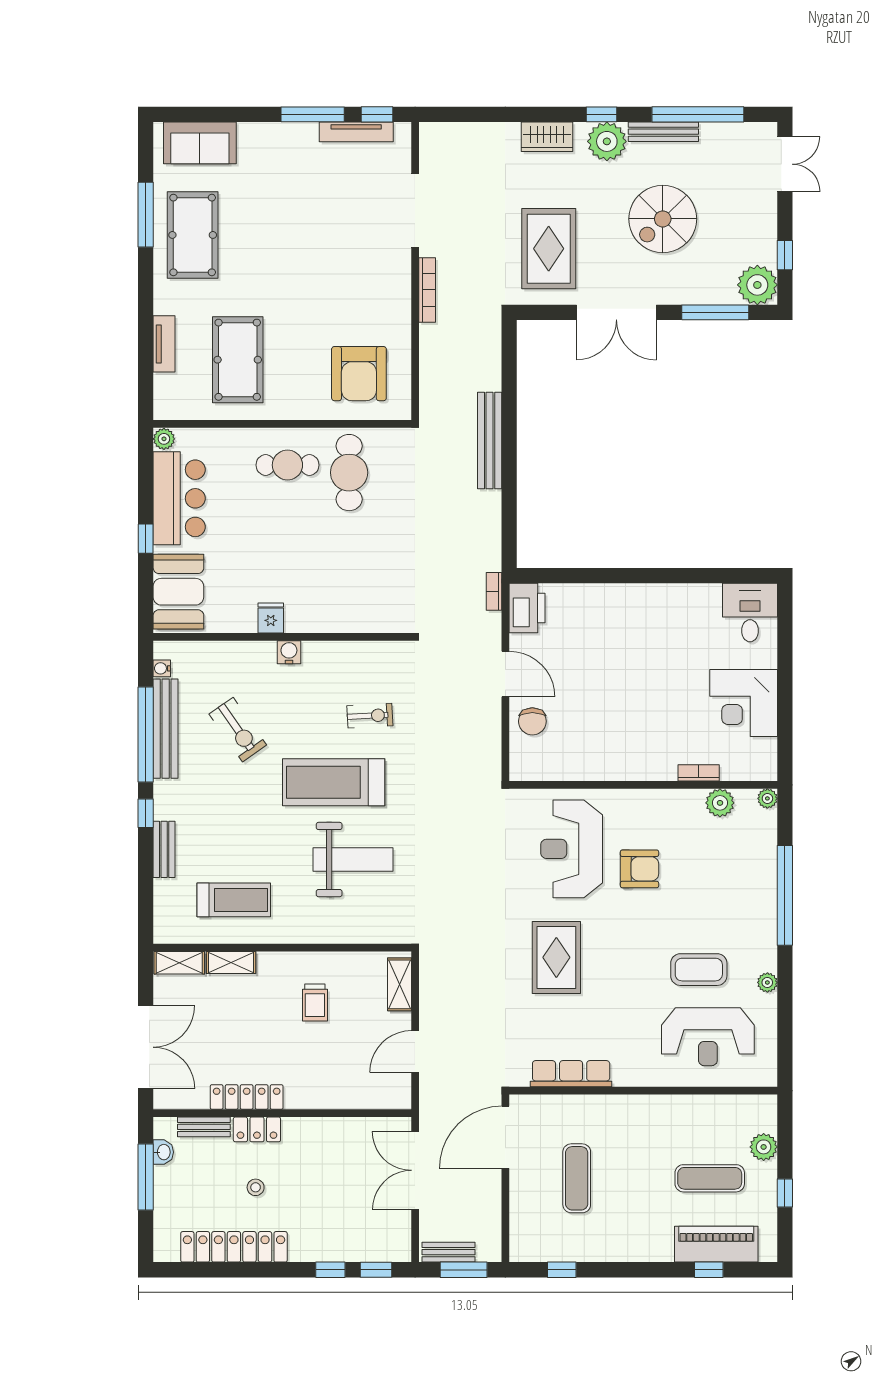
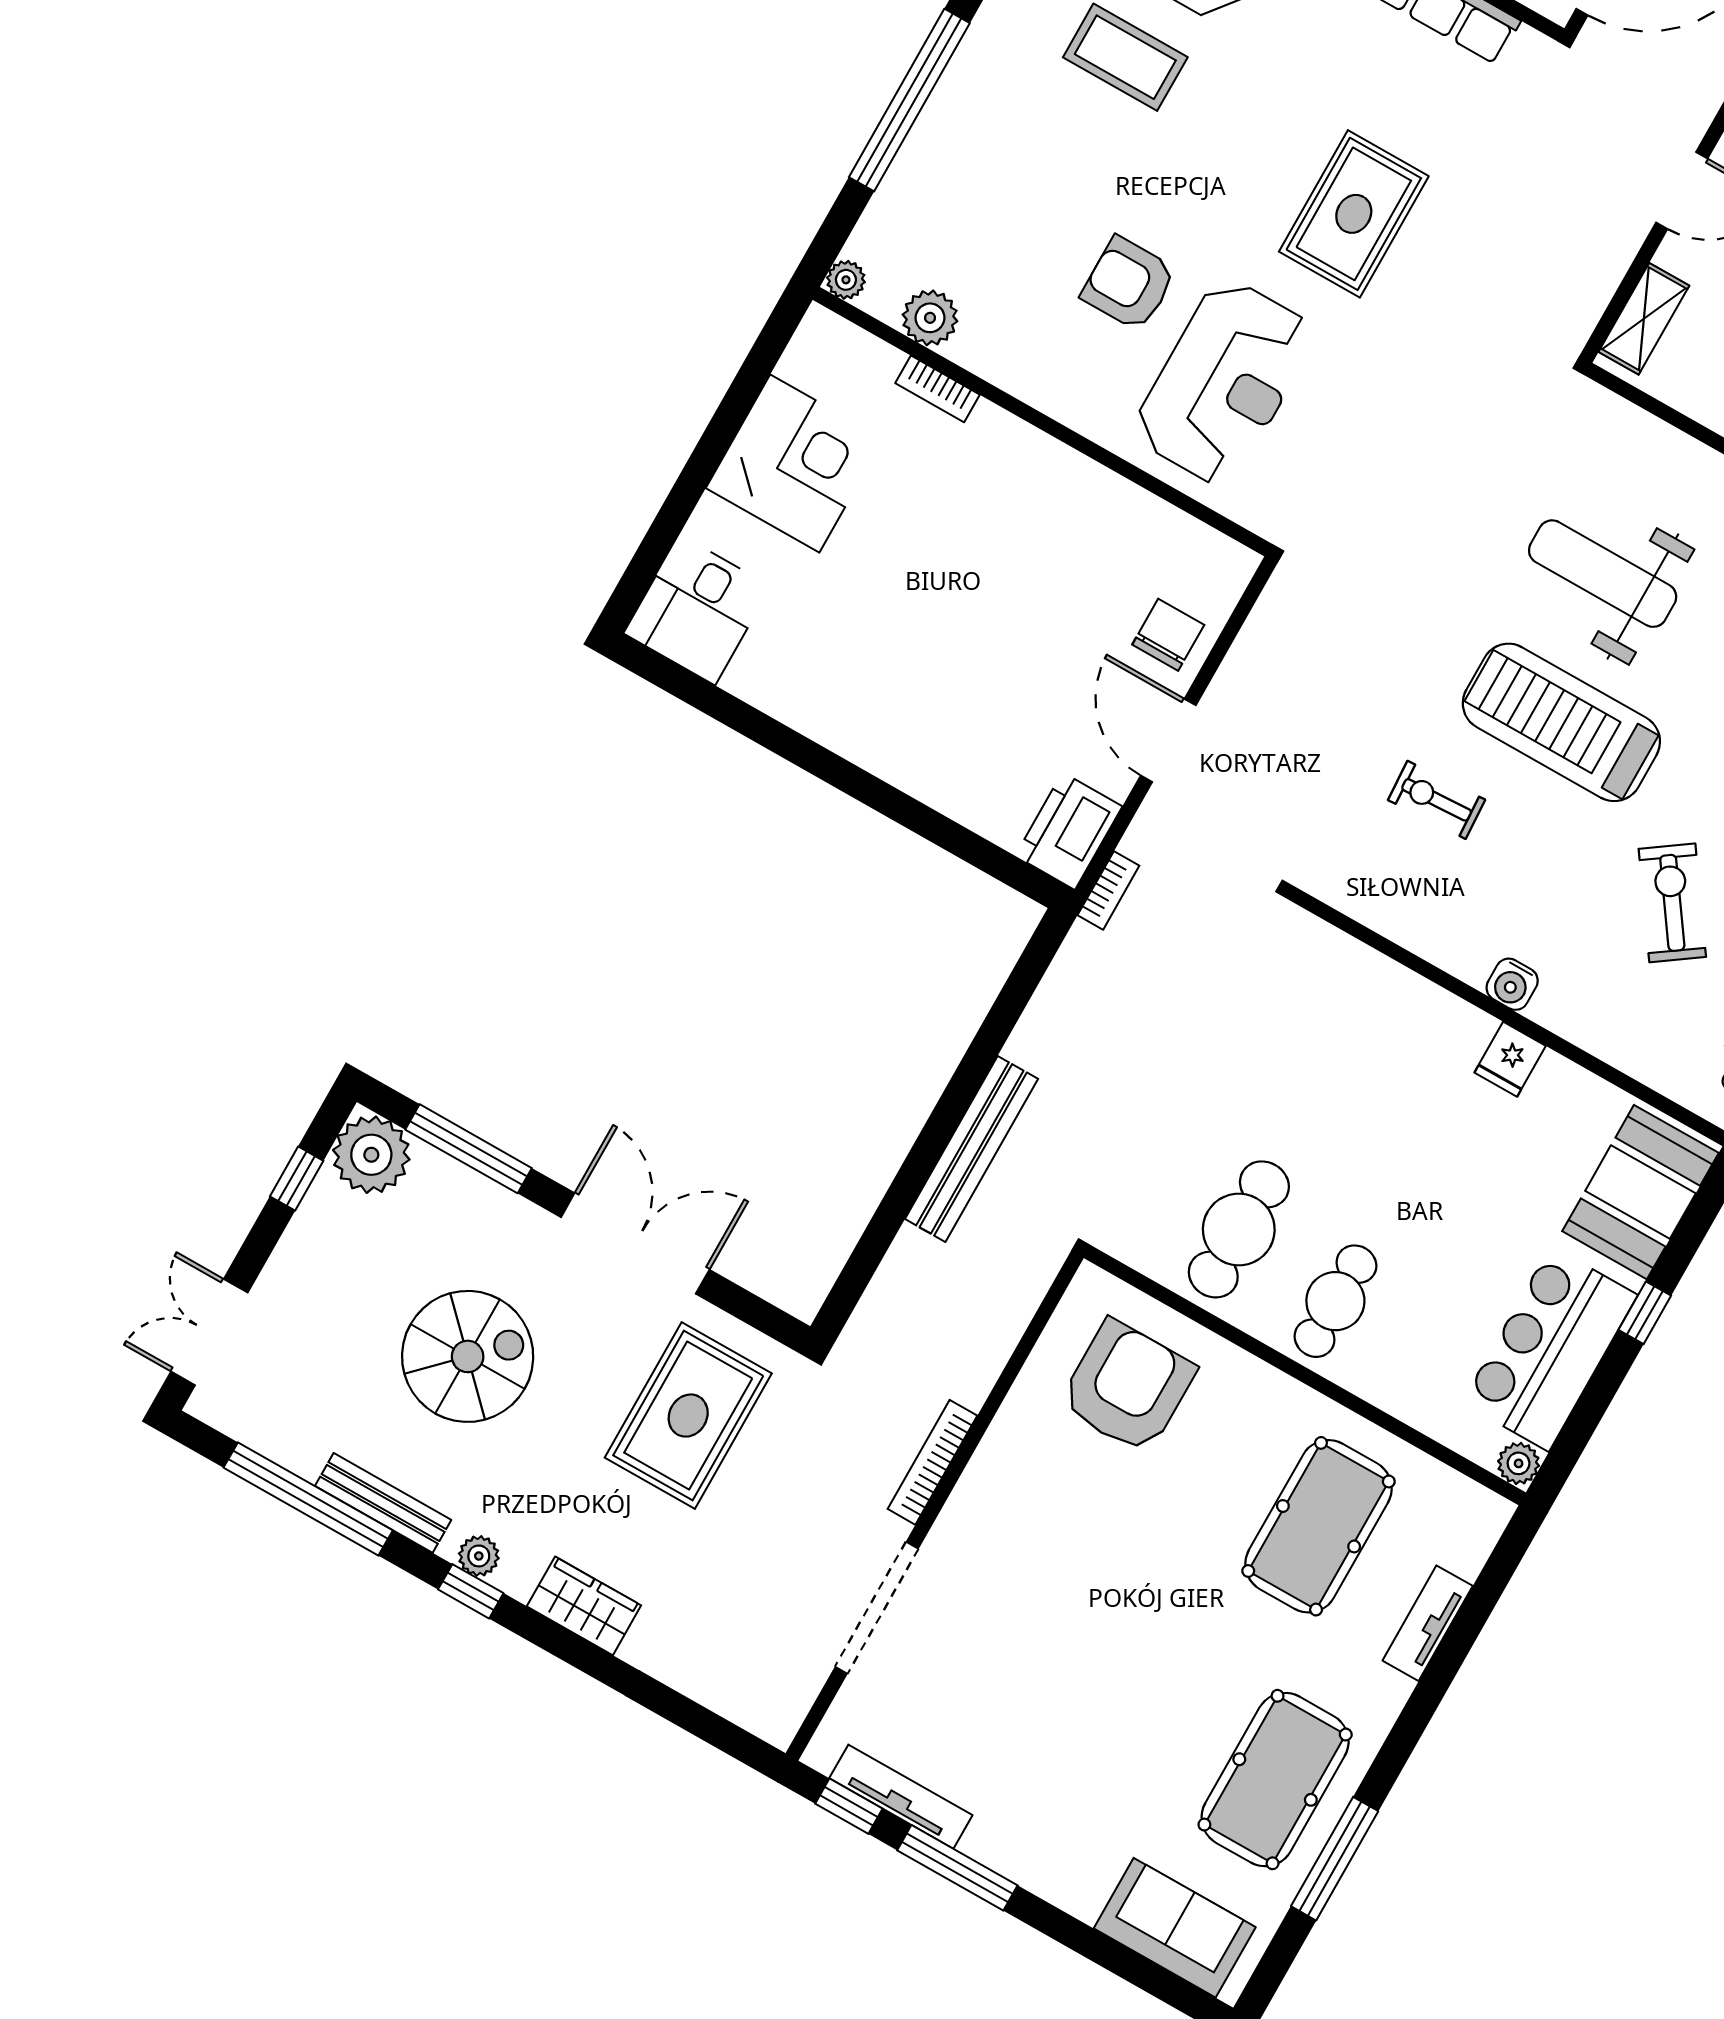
plant: (607, 141) -> (479, 1556), width x0.53, depth x0.53
cafe table: (287, 465) -> (1335, 1301), turned 90
treadmill: (334, 782) -> (1561, 722), turned 180

